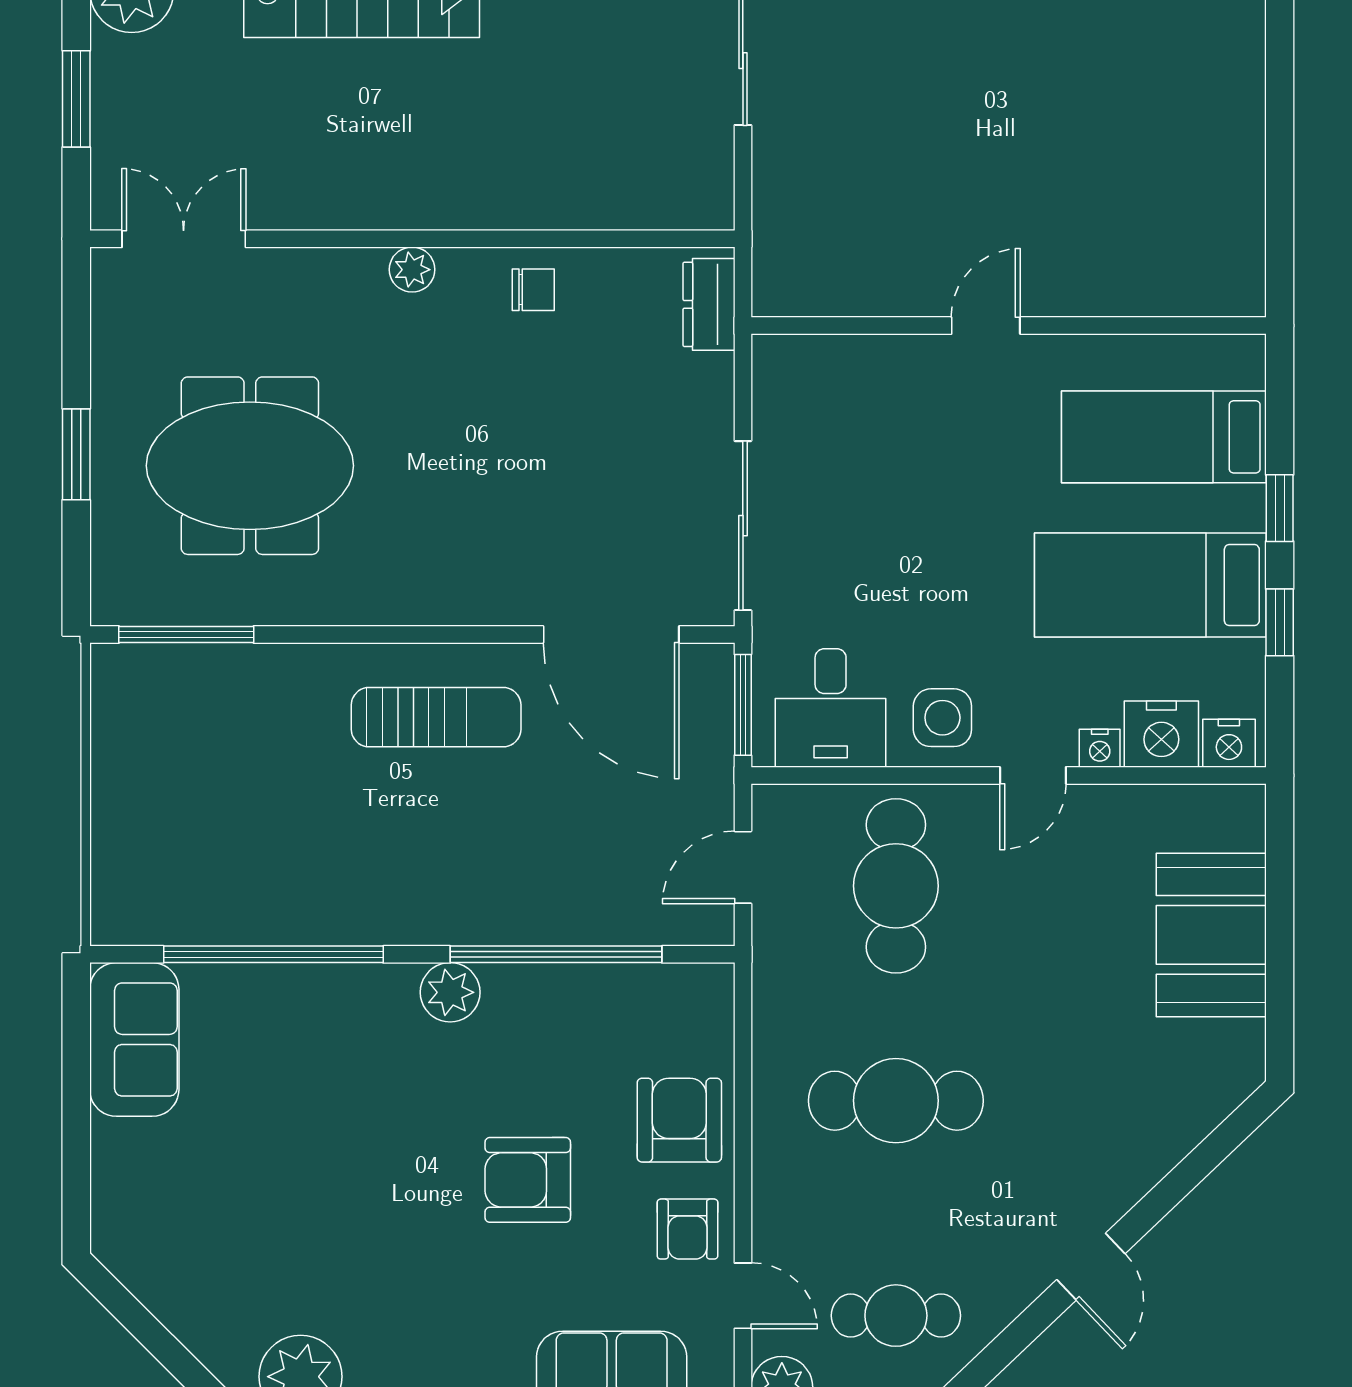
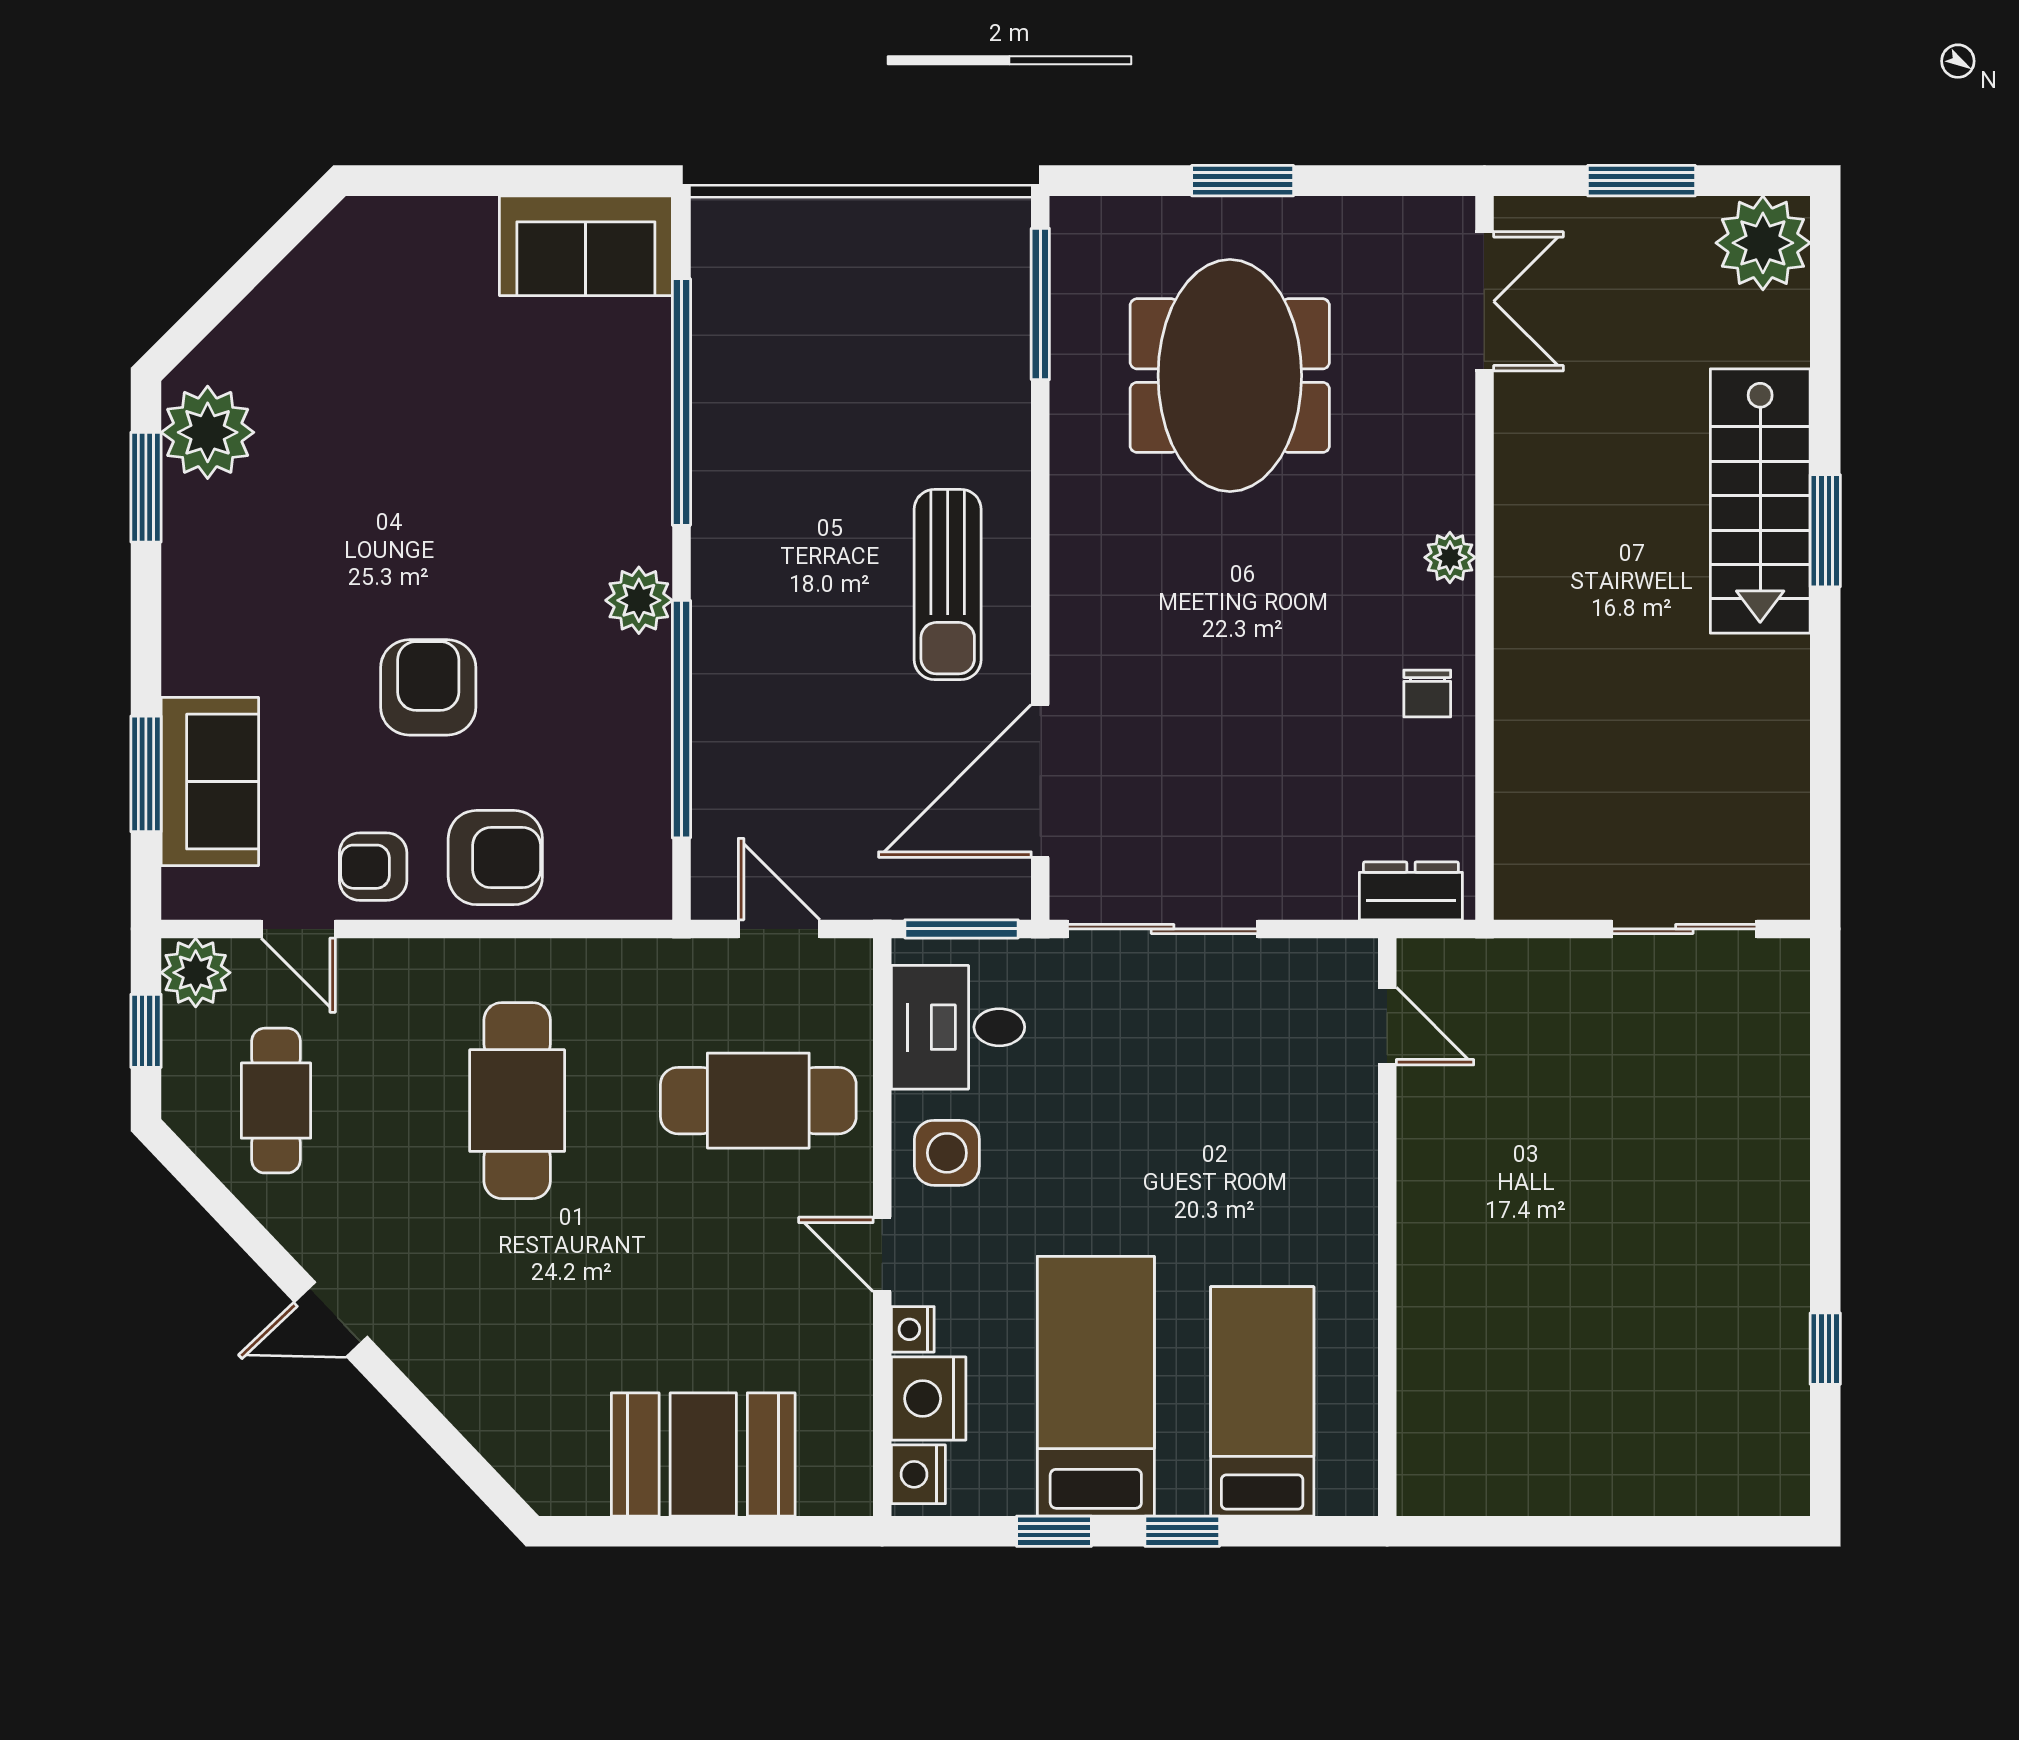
door: (986, 326) -> (1387, 1026), moved
door: (743, 1296) -> (298, 929), hinge flipped

